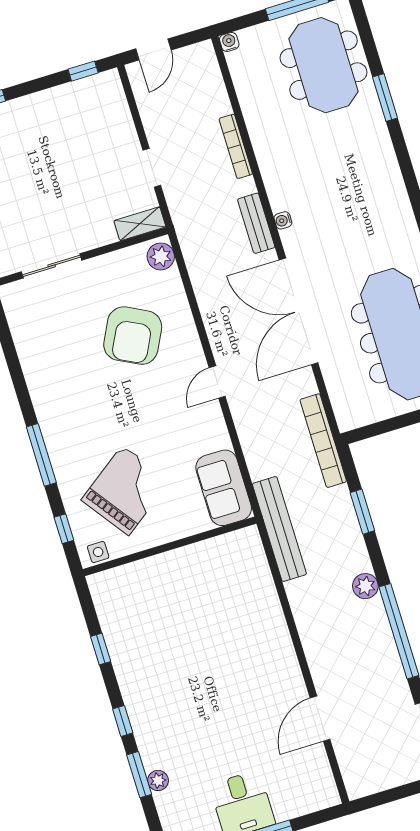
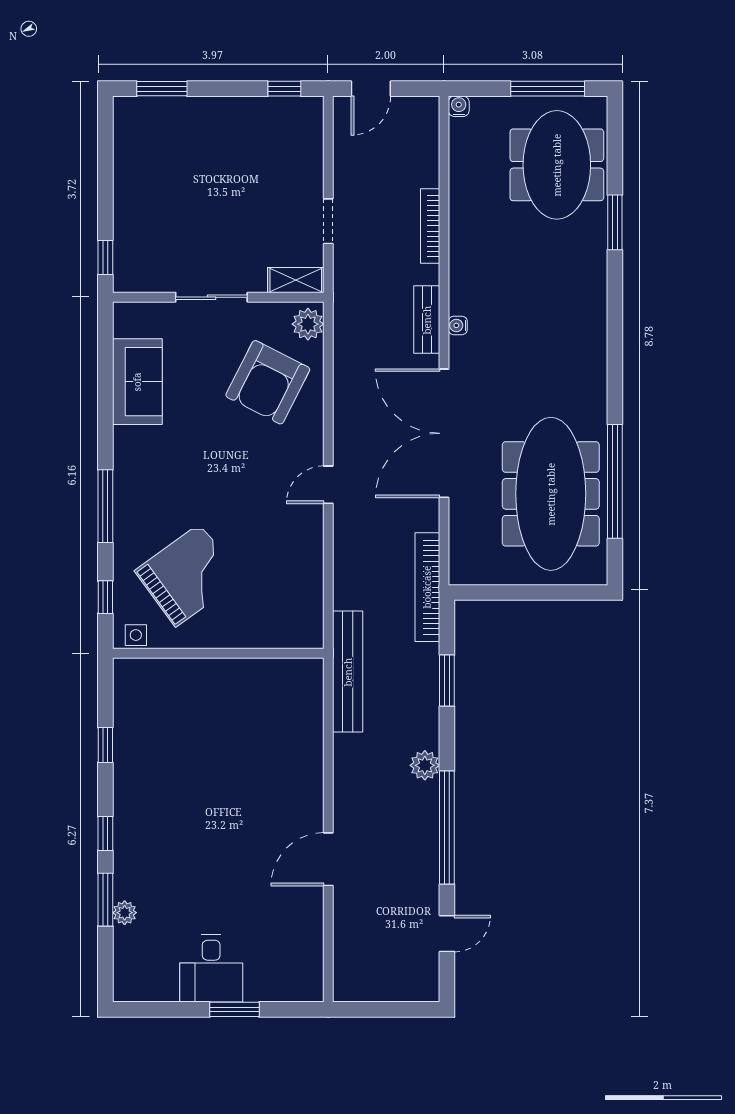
sliding door: (52, 266) -> (211, 297), moved
armchair: (133, 336) -> (268, 382), moved
sofa: (224, 488) -> (137, 382), moved, turned 180
door: (320, 719) -> (328, 859), moved

